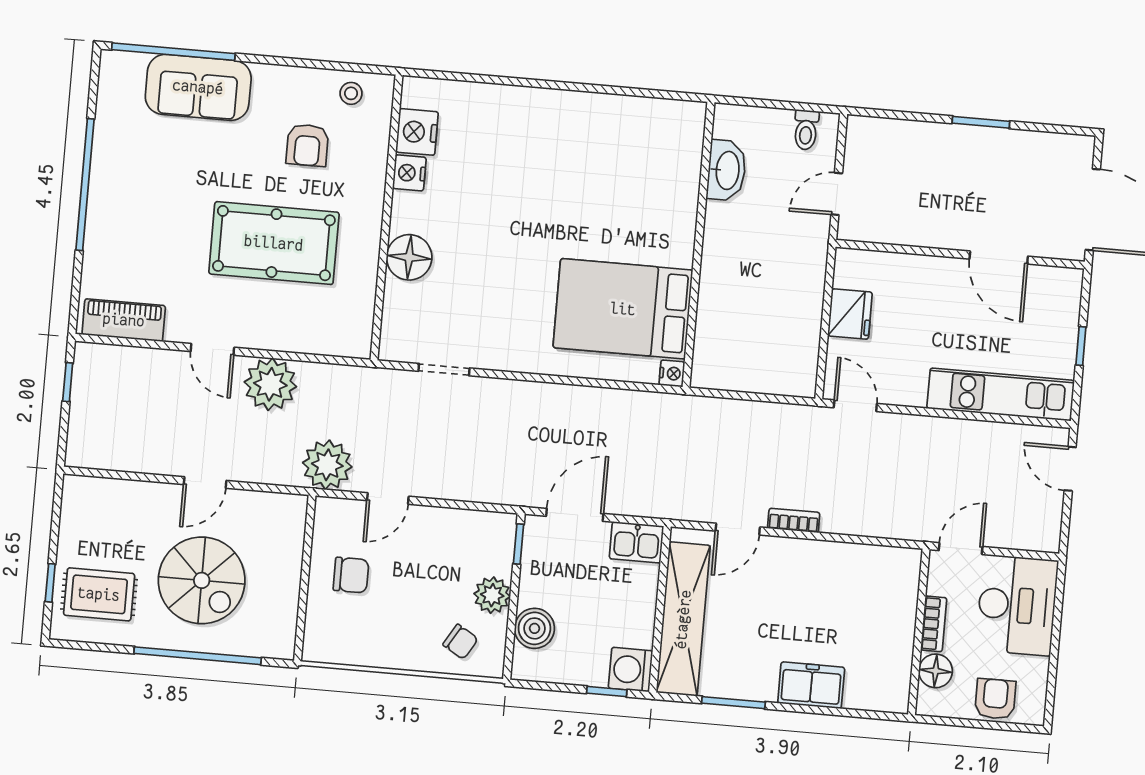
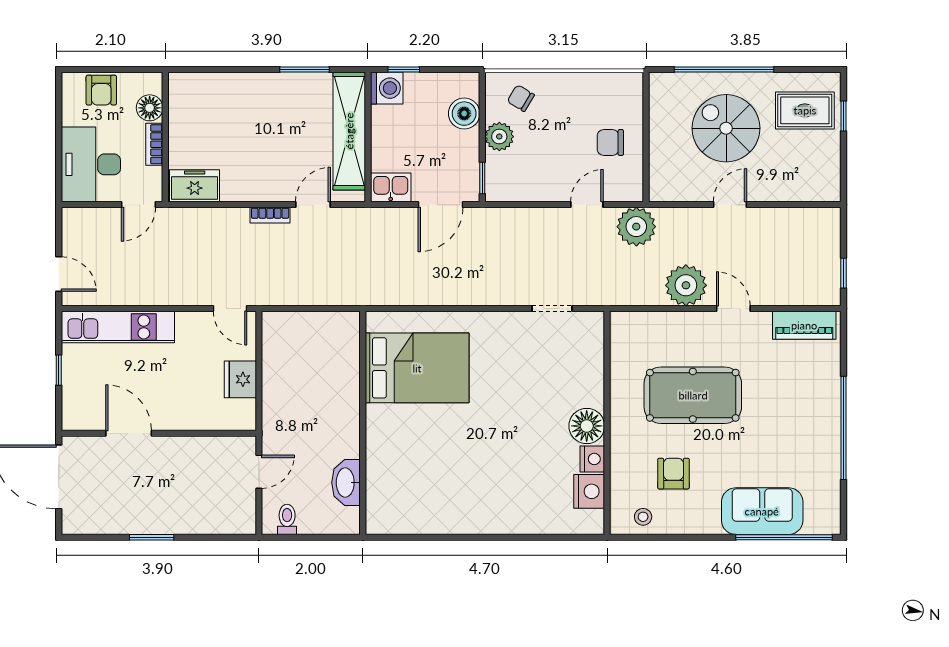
floor lamp: (409, 257) -> (587, 426), moved
nightstand: (672, 373) -> (375, 321), removed
freezer: (811, 685) -> (195, 186), moved, turned 180

